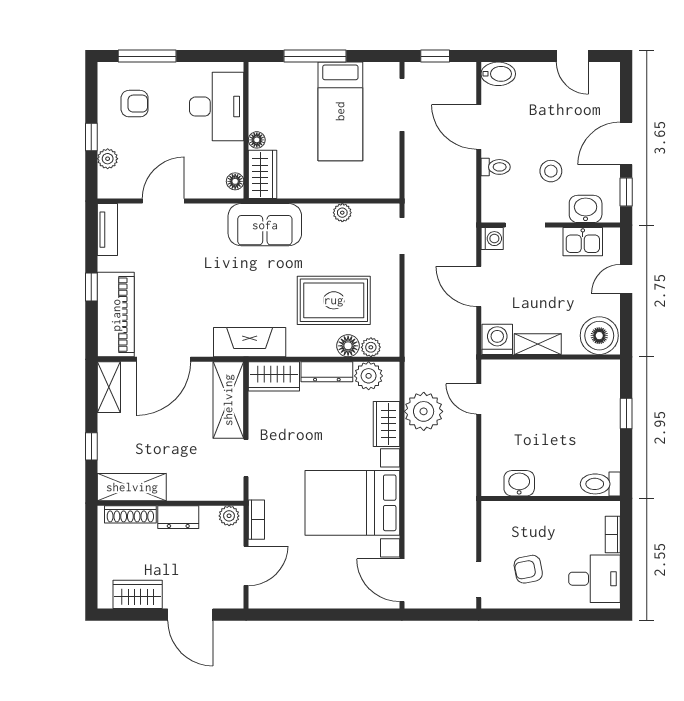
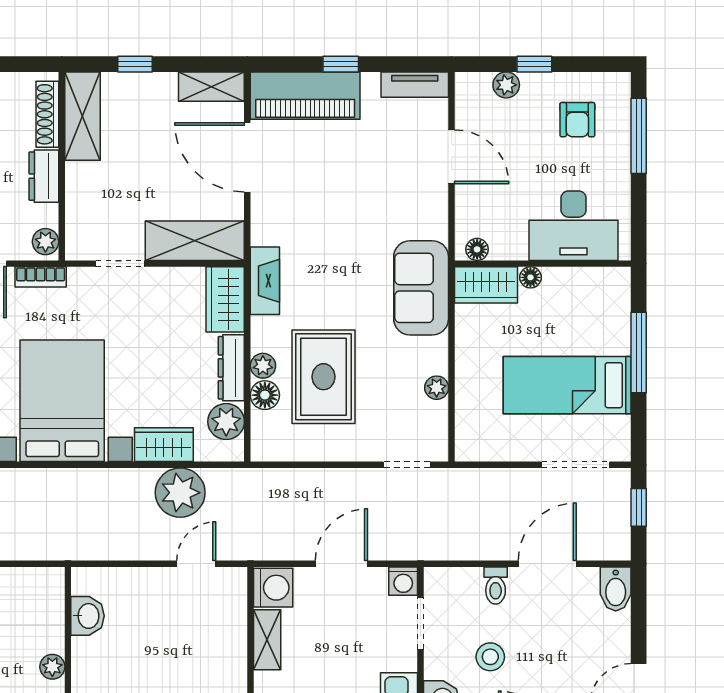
fireplace: (250, 342) -> (265, 281), width x0.73, depth x0.76
plant: (371, 347) -> (263, 366), moved
plant: (559, 510) -> (52, 667), added

